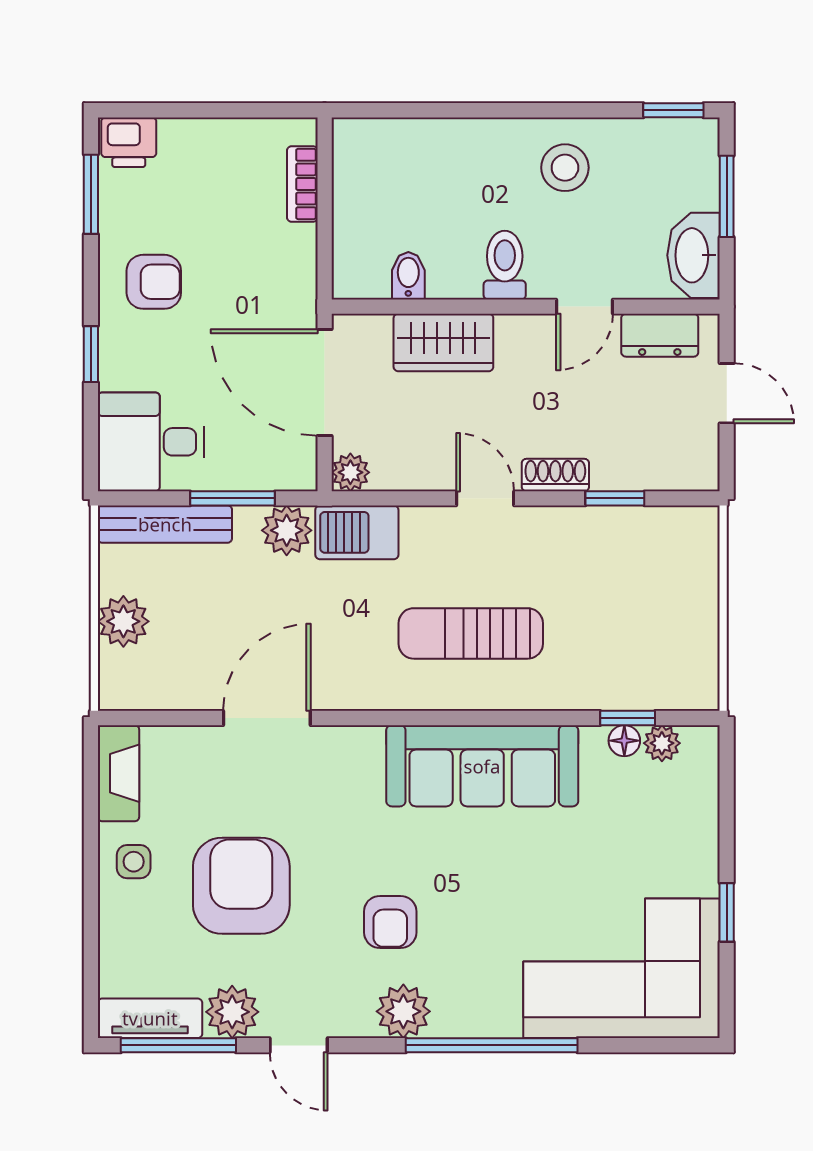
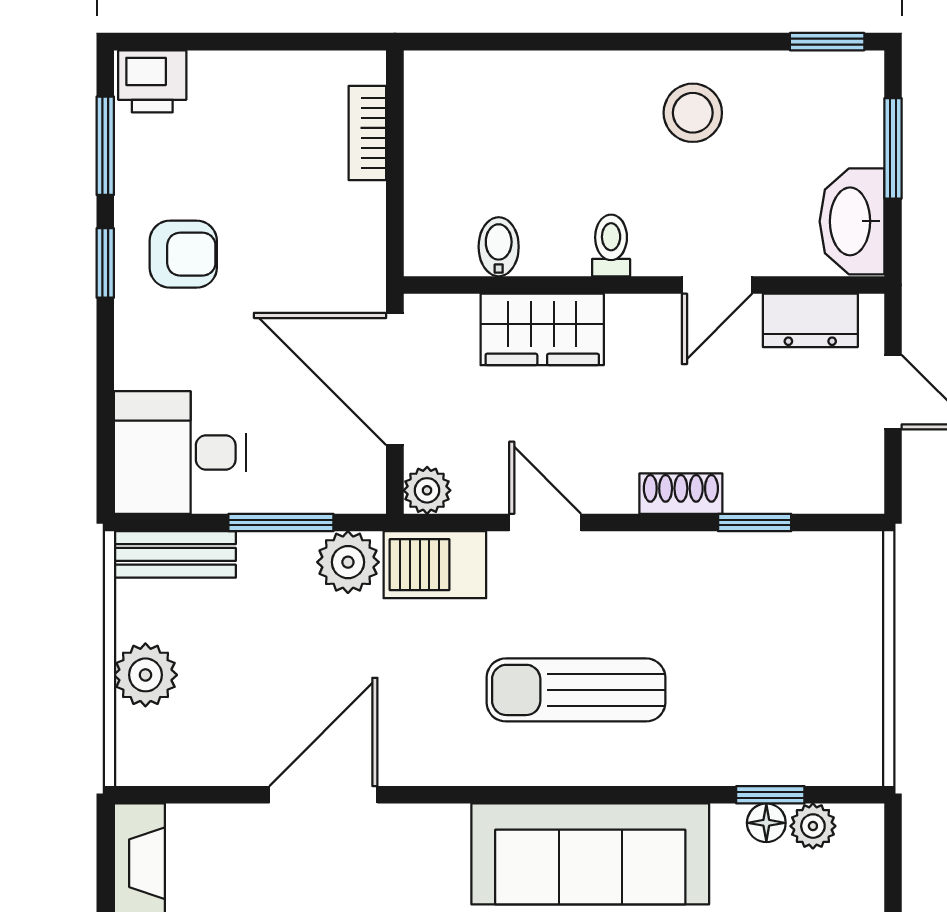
toilet: (505, 265) -> (611, 245), width x0.73, depth x0.72
window: (91, 354) -> (105, 263), moved
door: (485, 498) -> (545, 522), moved
bench: (165, 524) -> (175, 554), width x0.73

